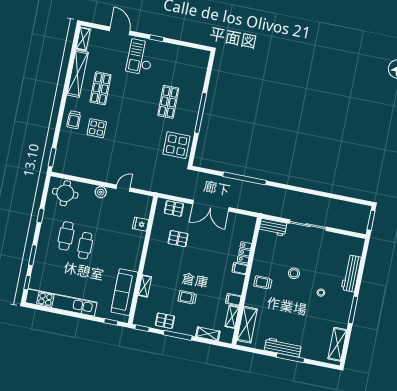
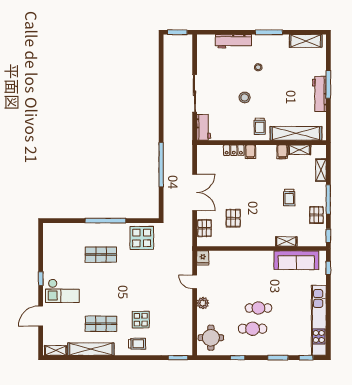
fridge: (140, 224) -> (203, 258), moved
shelving: (247, 325) -> (296, 133), width x1.47

